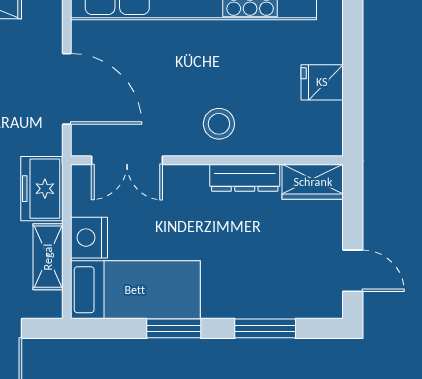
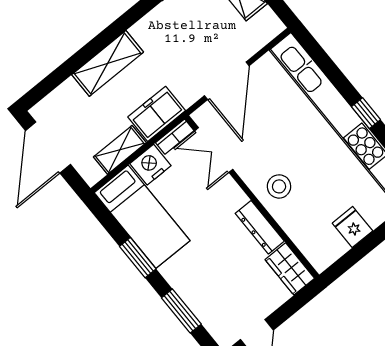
bookcase: (81, 189) -> (175, 137), added

